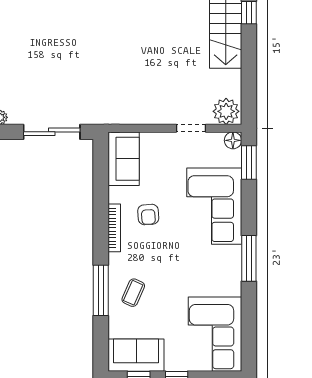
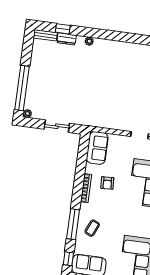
sliding door: (52, 132) -> (57, 126), width x0.73
window: (101, 349) -> (68, 259), added

